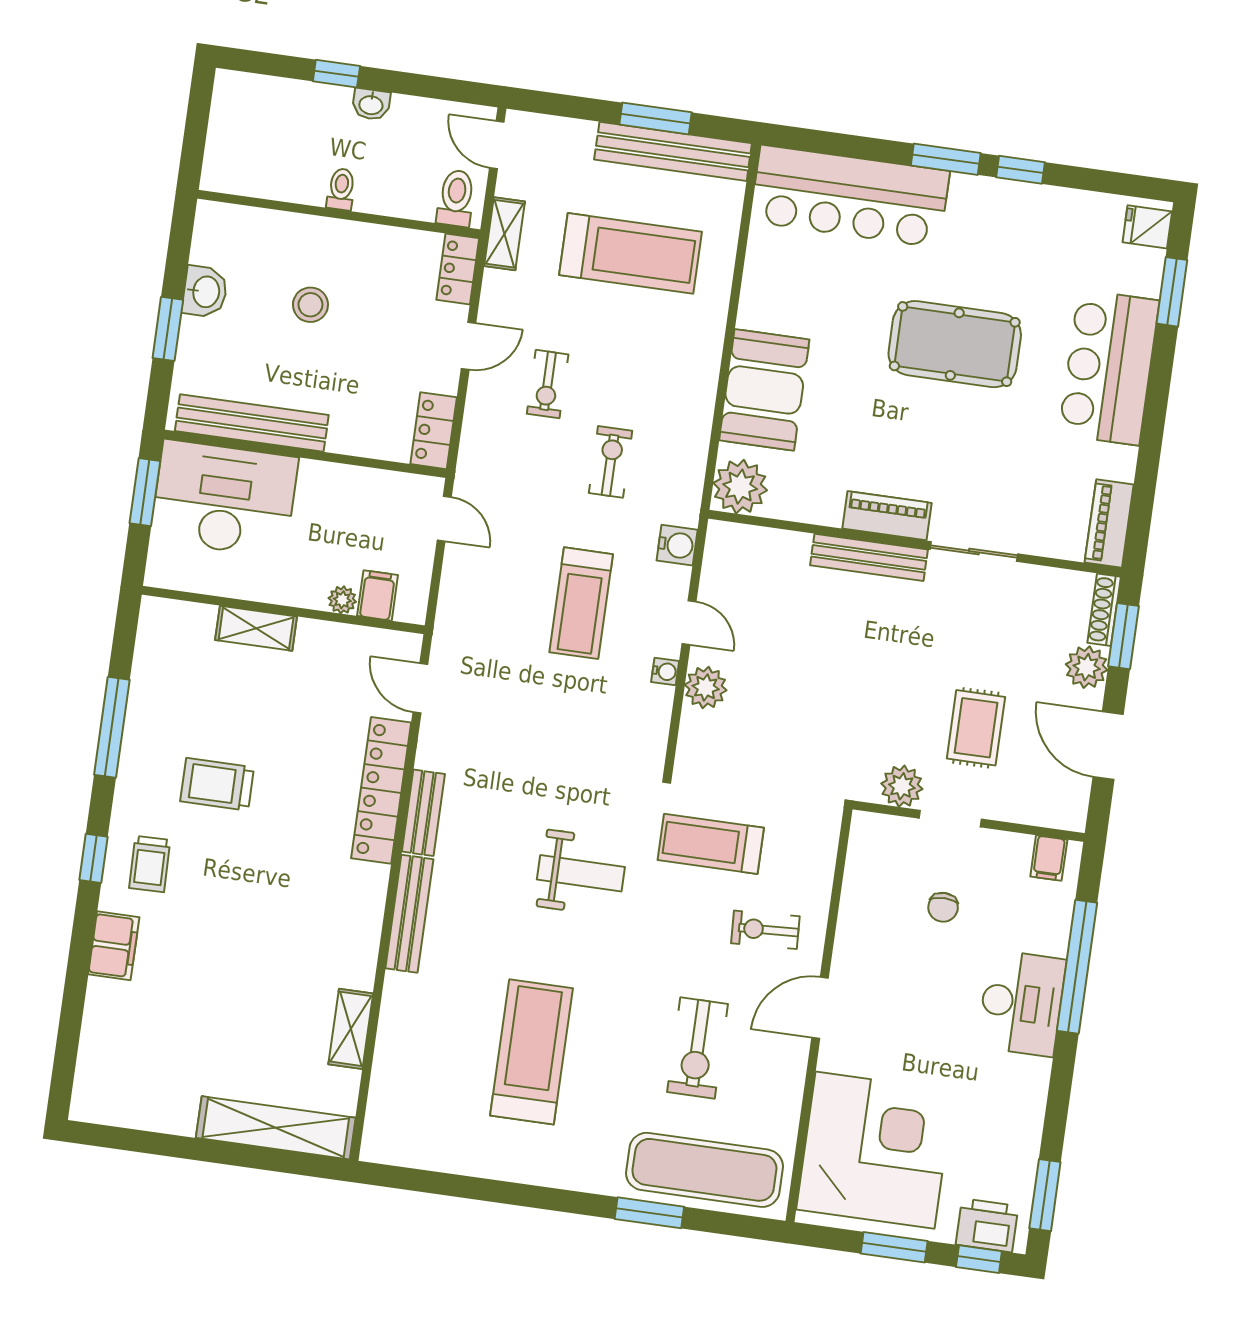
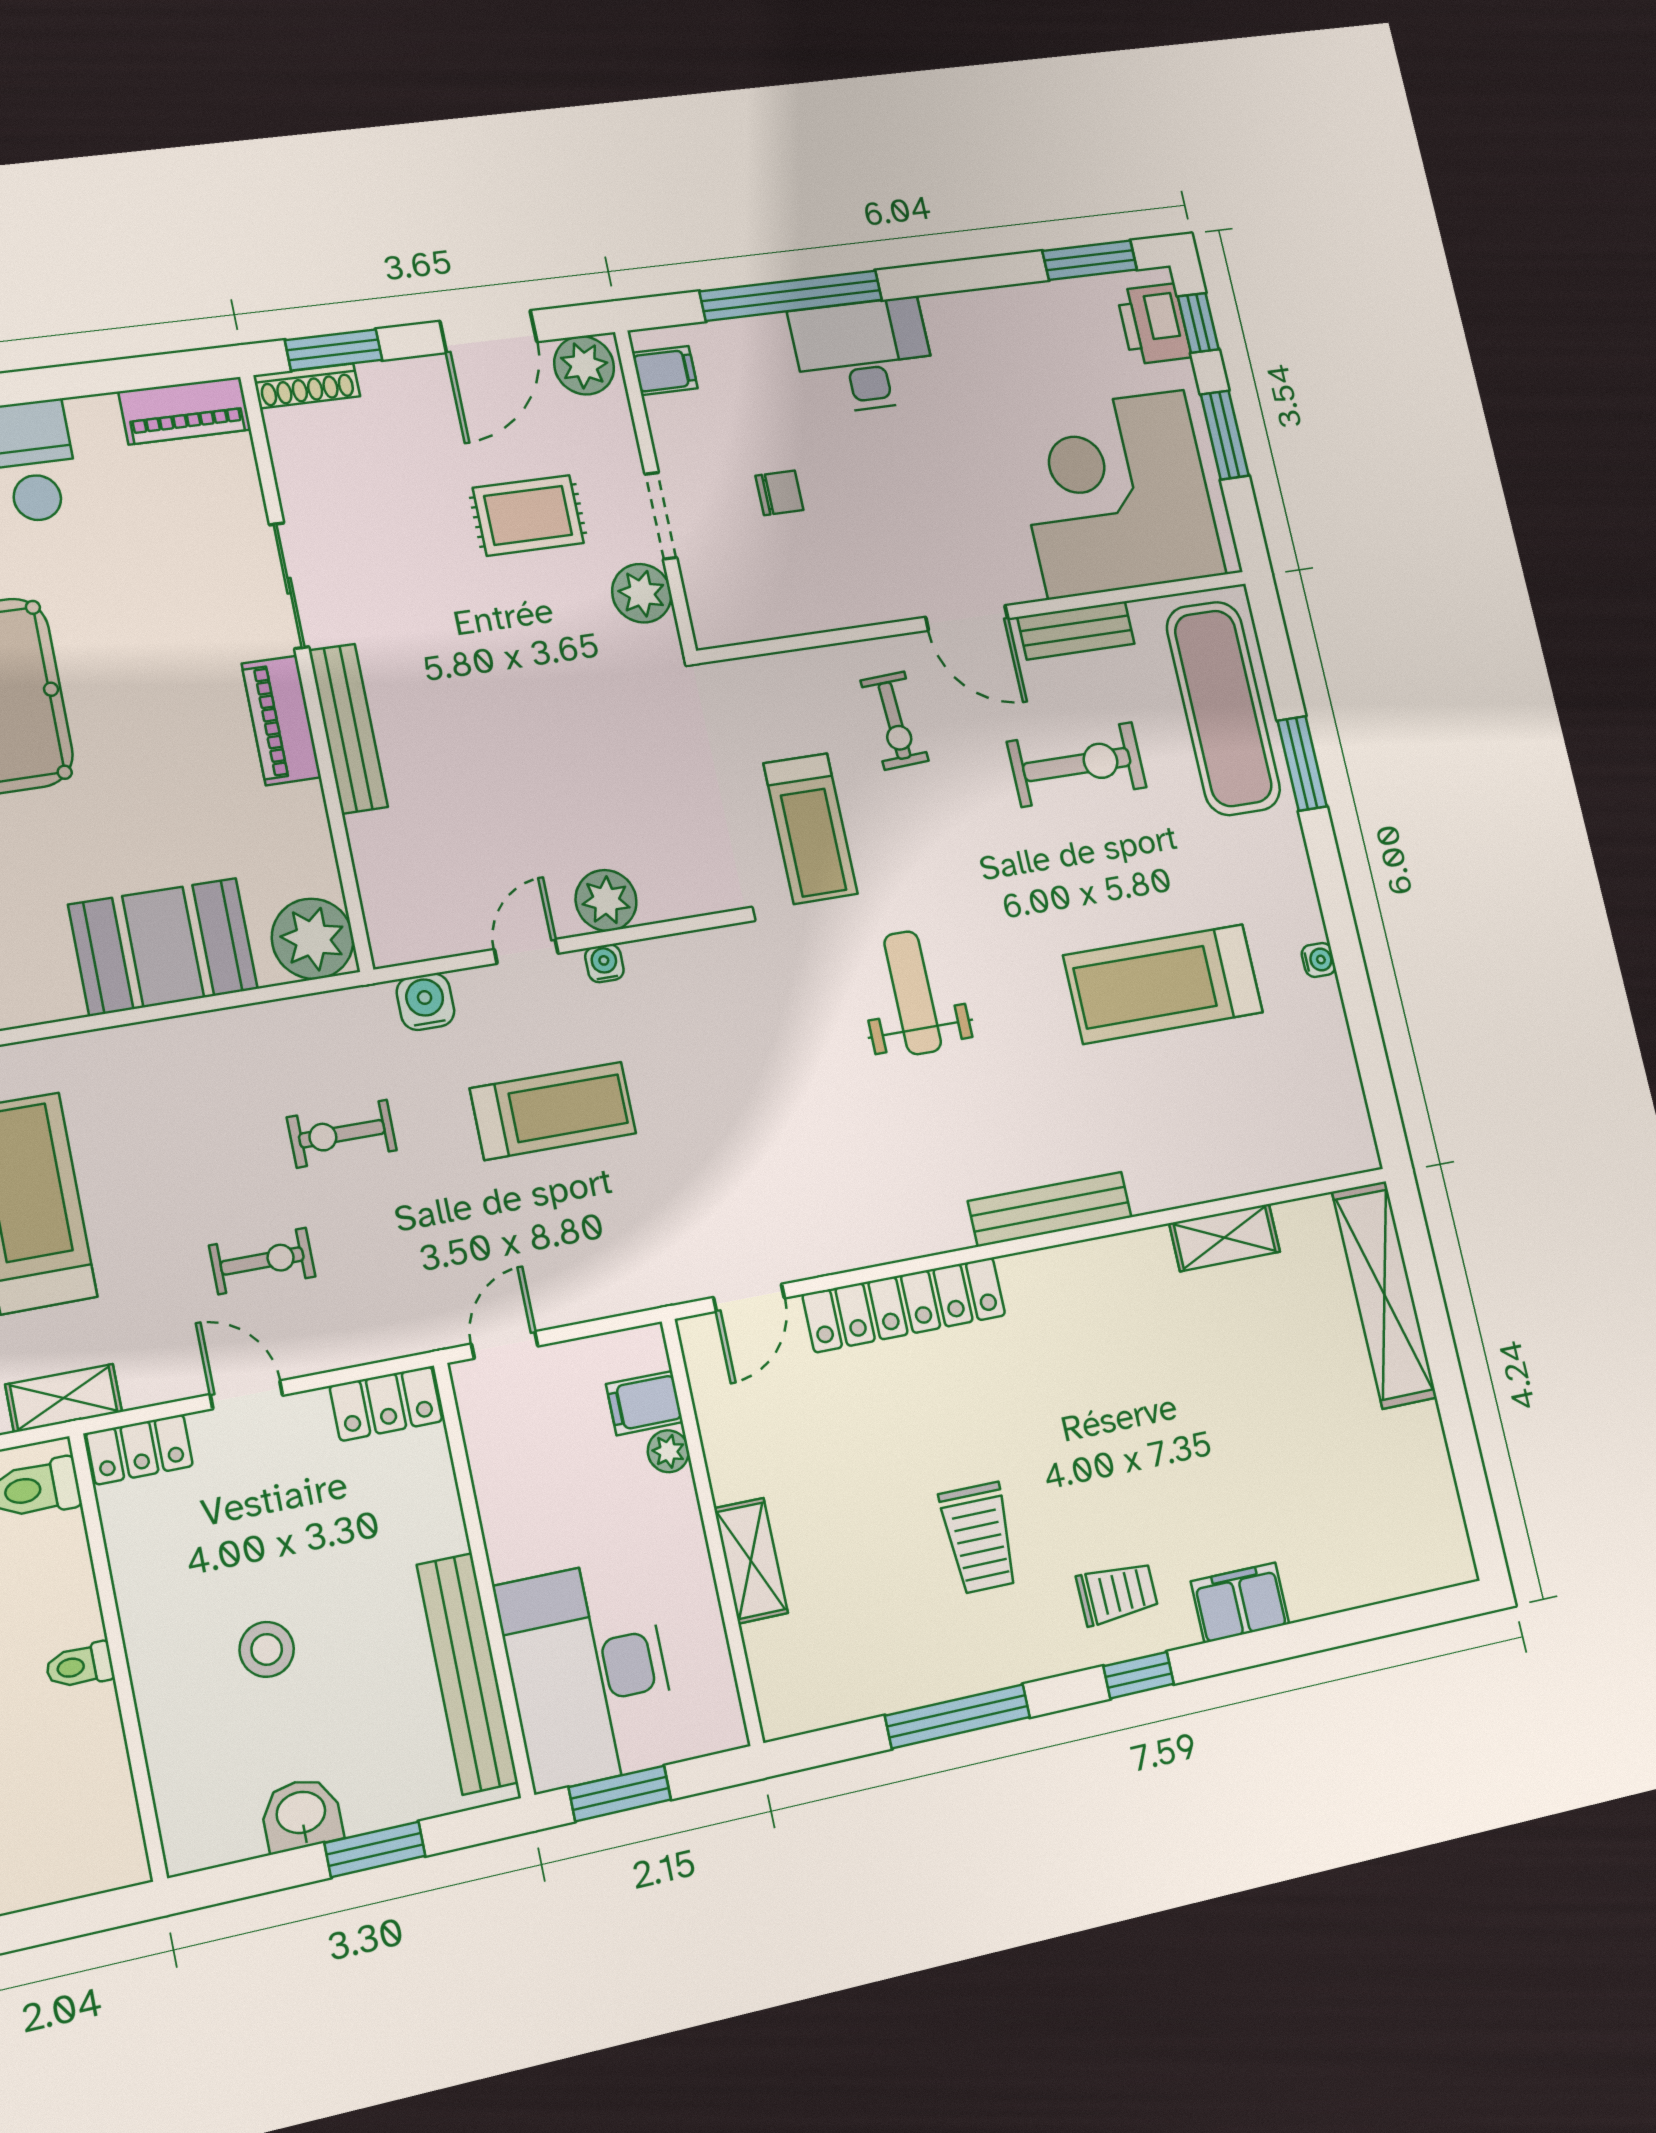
plant: (1087, 667) -> (584, 365), moved
bench: (423, 813) -> (1076, 630), moved
water cooler: (512, 1171) -> (1319, 960), added

